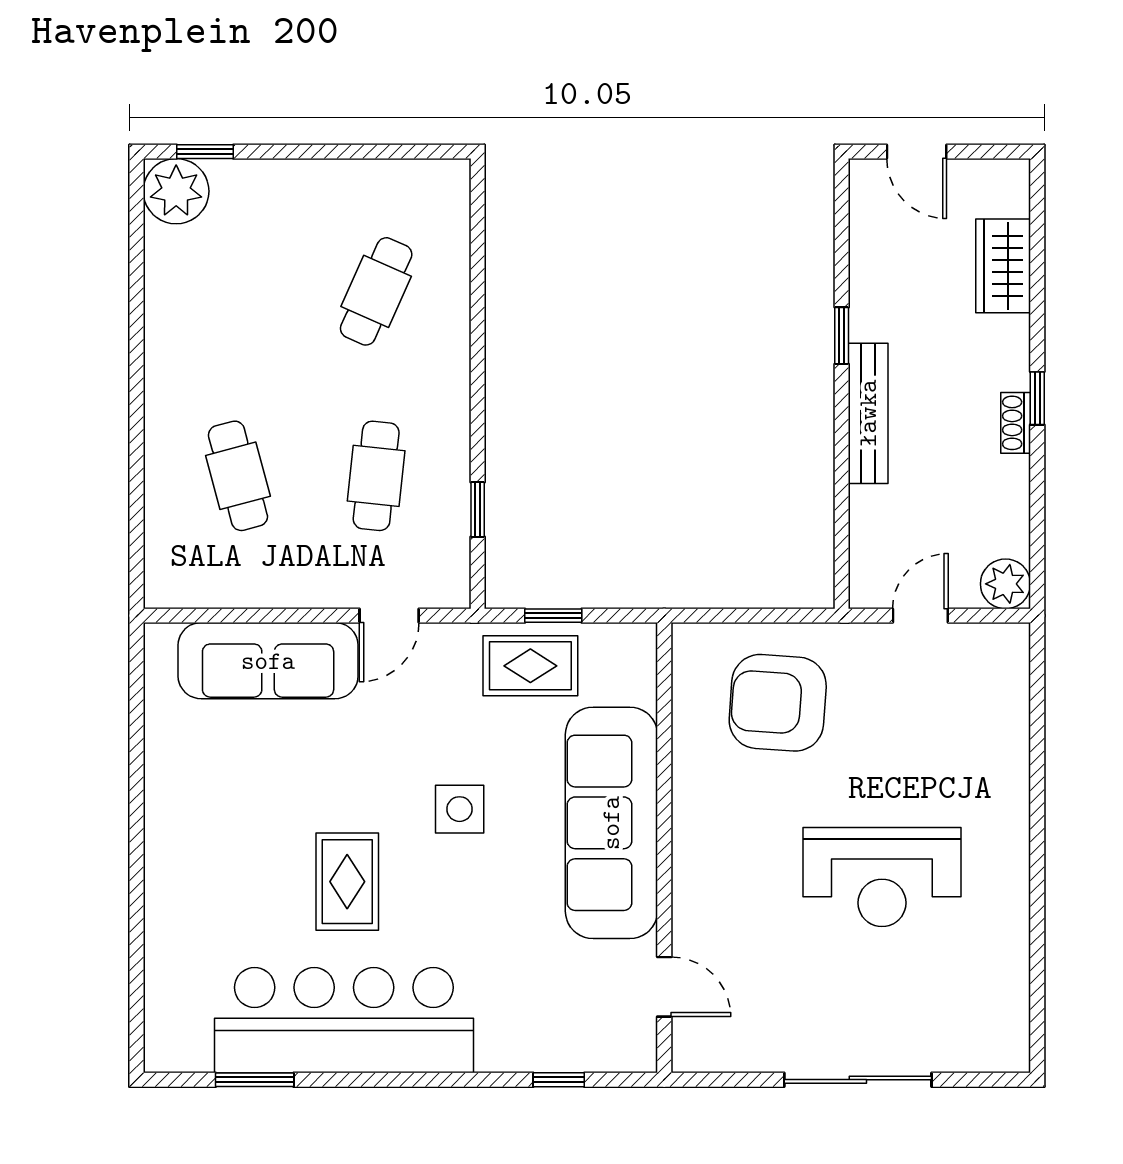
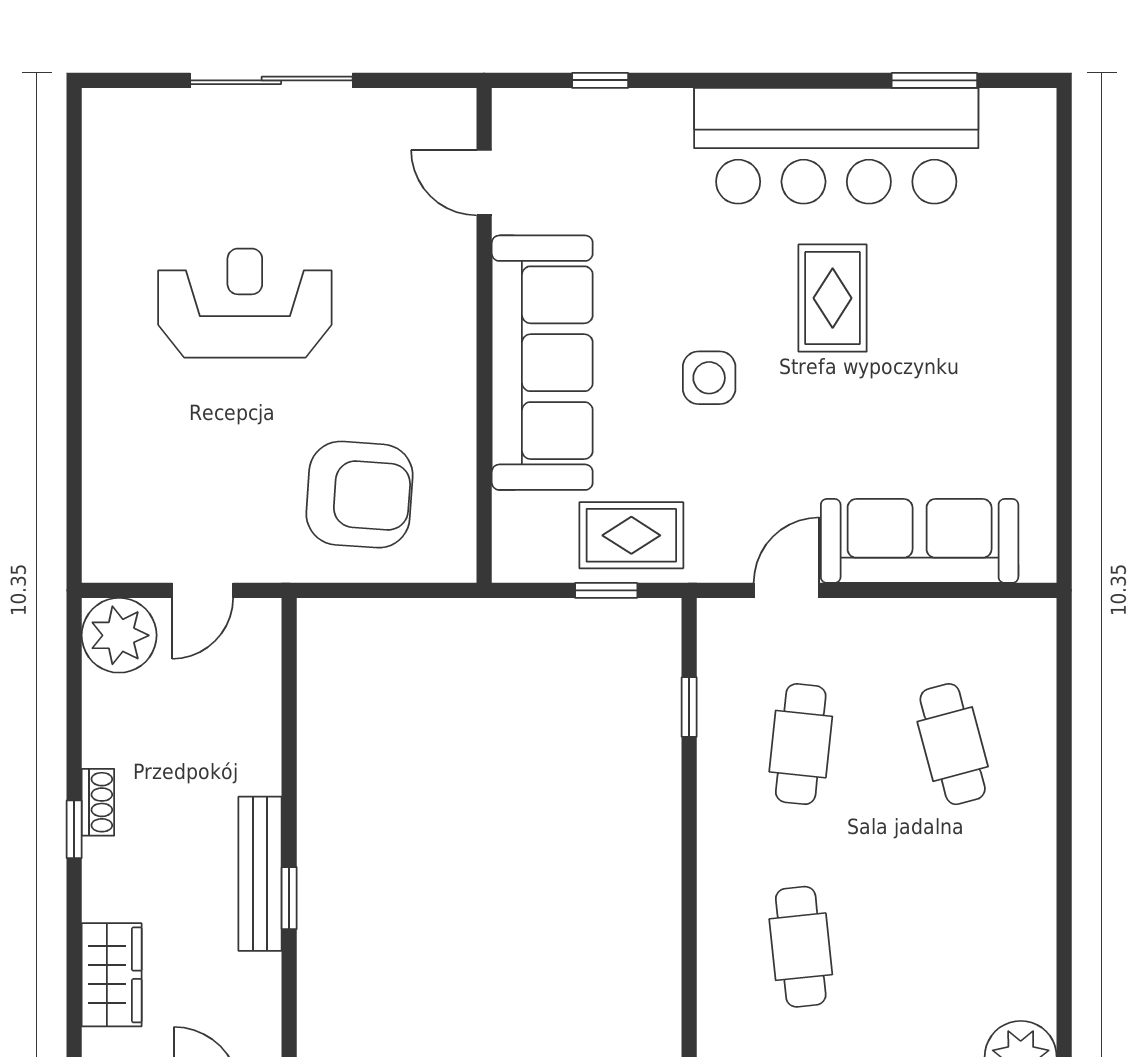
cafe table: (376, 291) -> (801, 947), turned -30
bench: (868, 413) -> (260, 874), moved
plant: (1005, 584) -> (119, 635), width x1.36, depth x1.36

